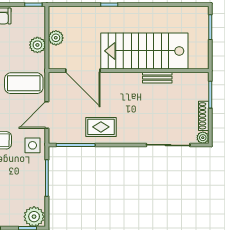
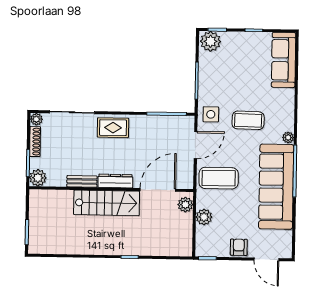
plant: (56, 38) -> (185, 205), moved
stairs: (144, 51) -> (107, 203), width x0.73, depth x0.66
door: (83, 71) -> (158, 190), hinge flipped
dresser: (125, 79) -> (115, 181), added
plant: (200, 80) -> (38, 178), added
rug: (101, 127) -> (113, 128), moved

